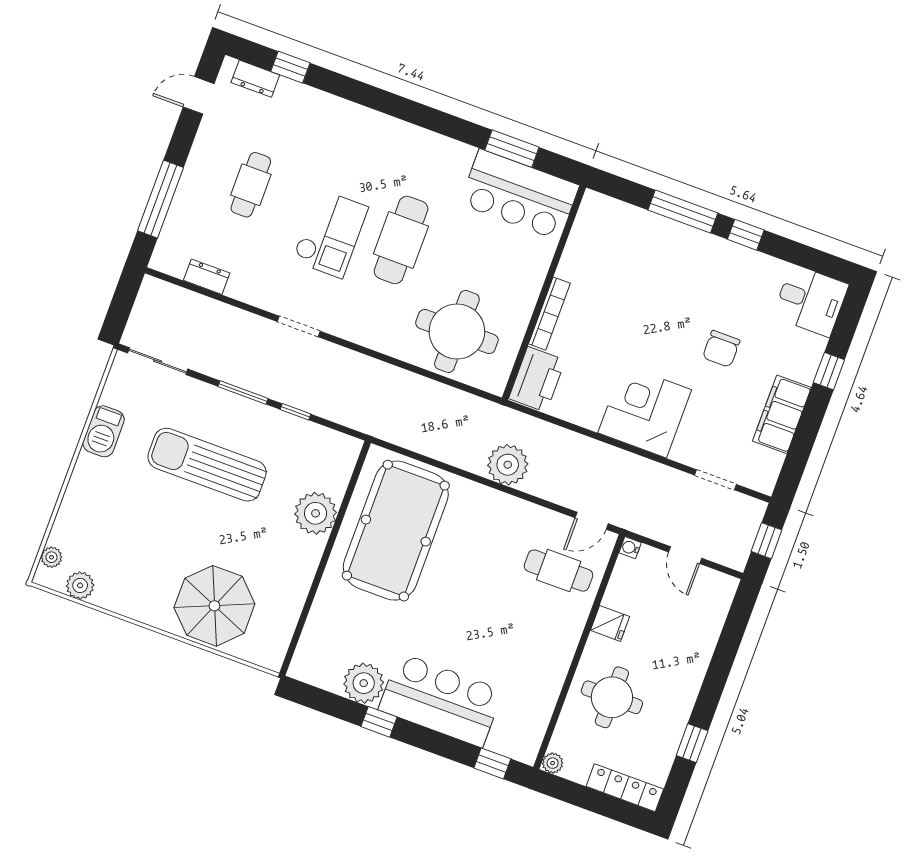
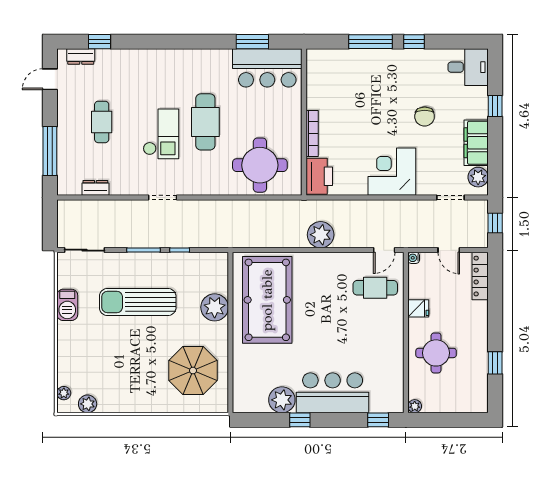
plant: (766, 465) -> (478, 177), added
parasol: (214, 606) -> (193, 371), moved
locker: (625, 788) -> (480, 276), moved, turned -90

